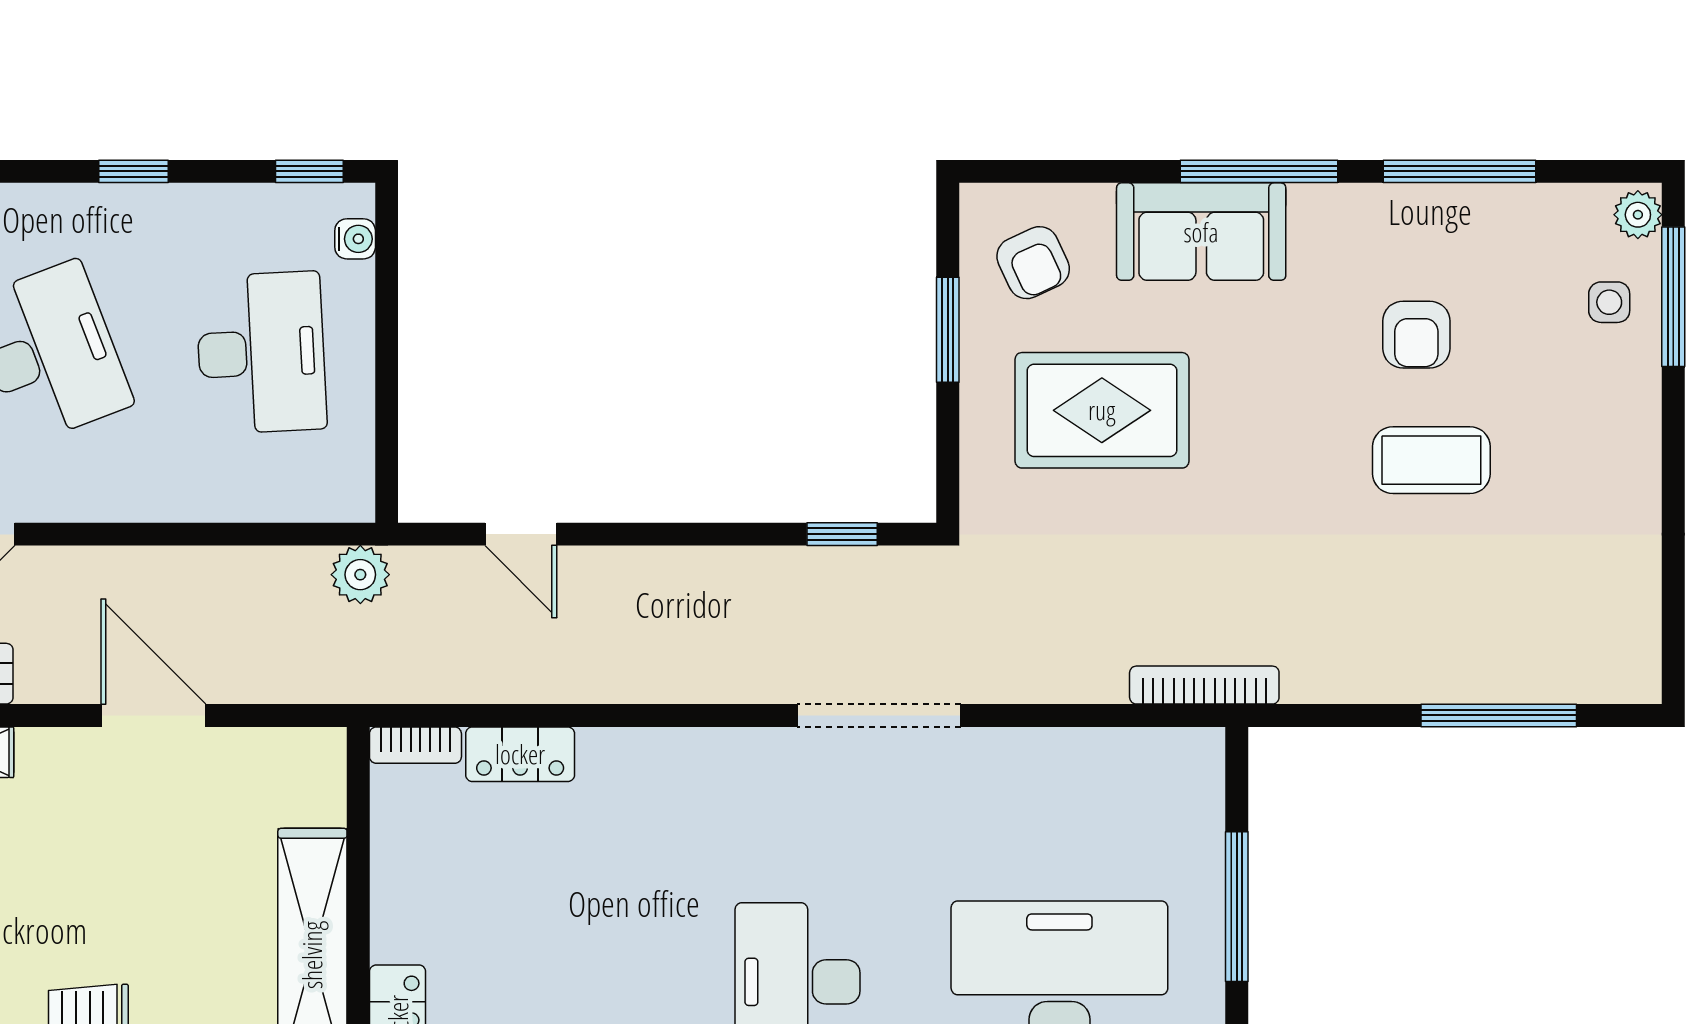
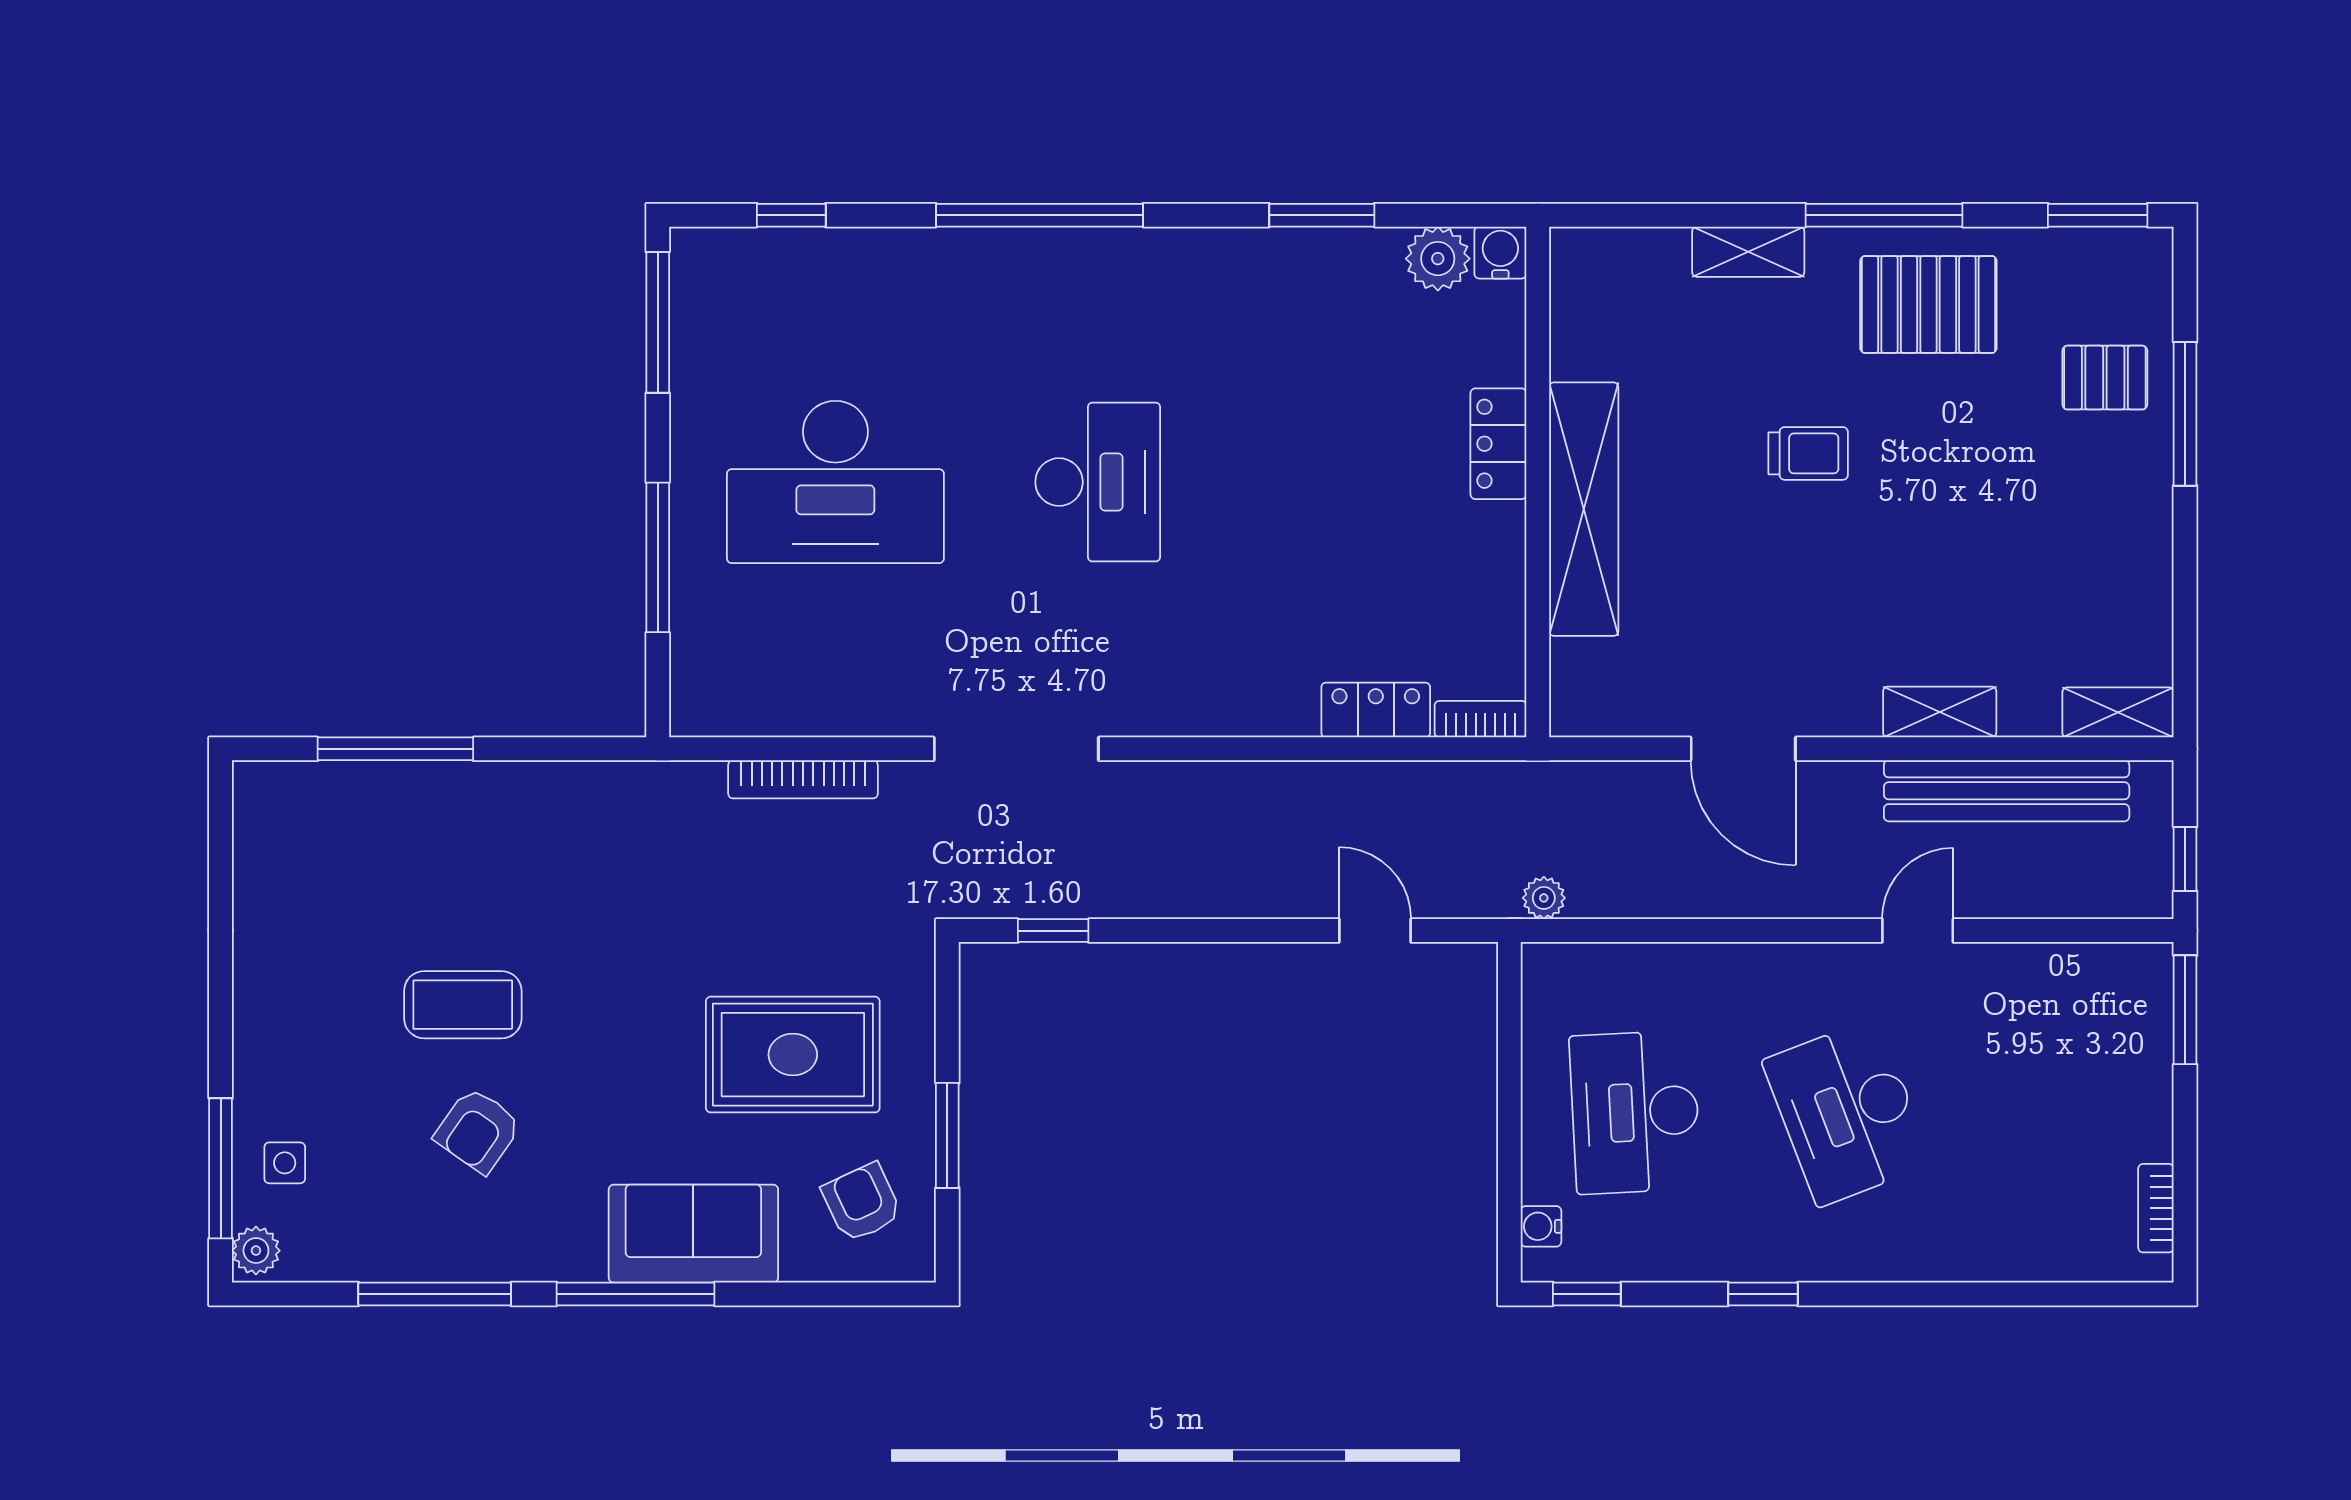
armchair: (1416, 335) -> (478, 1130), turned -145
plant: (360, 575) -> (1544, 898), width x0.73, depth x0.73
bookcase: (1204, 685) -> (803, 779), moved

